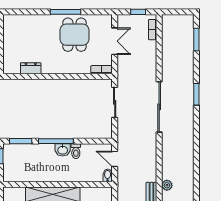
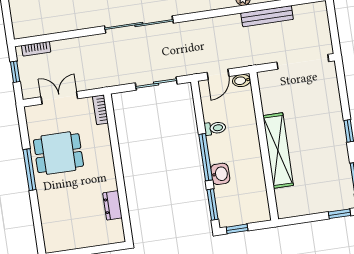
sliding door: (115, 102) -> (156, 84), moved
washbasin: (63, 150) -> (220, 174), moved

